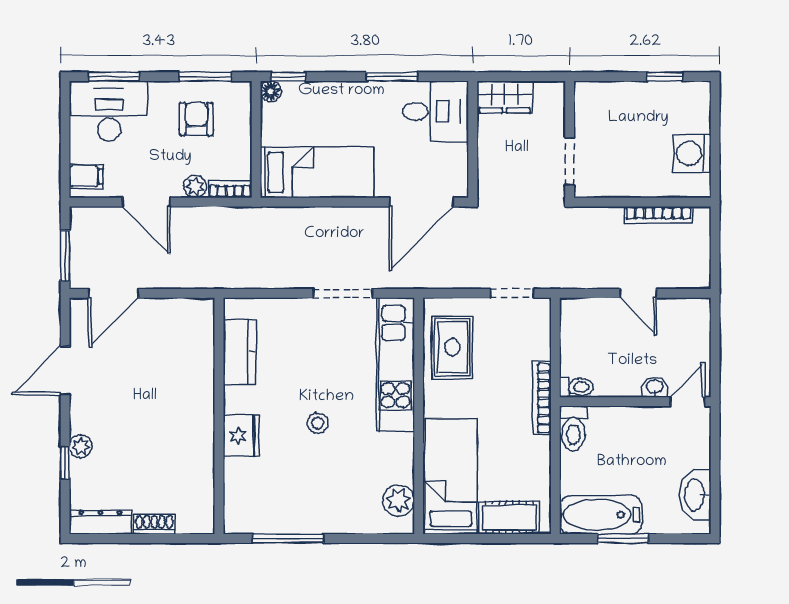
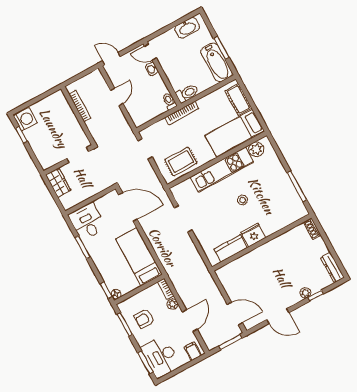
wardrobe: (505, 97) -> (58, 183), moved
washing machine: (692, 153) -> (25, 119), moved, turned -90
door: (715, 323) -> (111, 59), added
kitchen unit: (395, 364) -> (222, 170), moved
fridge: (241, 436) -> (253, 235), moved
shoe rack: (154, 524) -> (312, 229), moved

